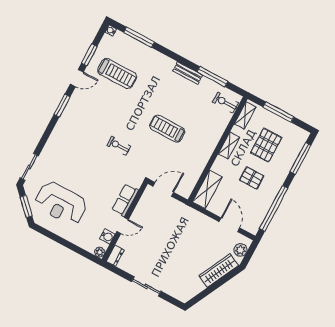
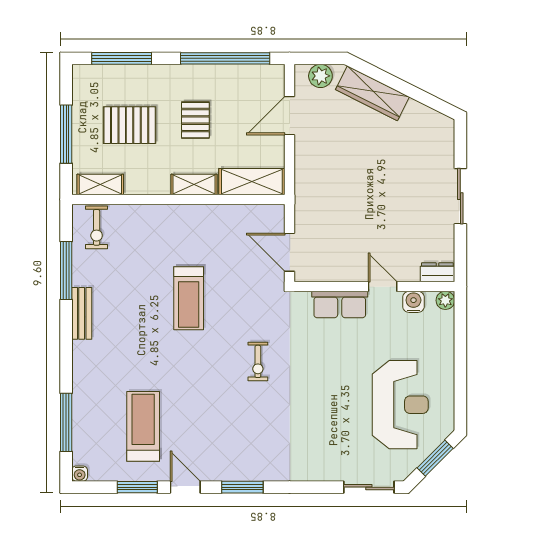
shelving: (229, 145) -> (194, 185), moved

